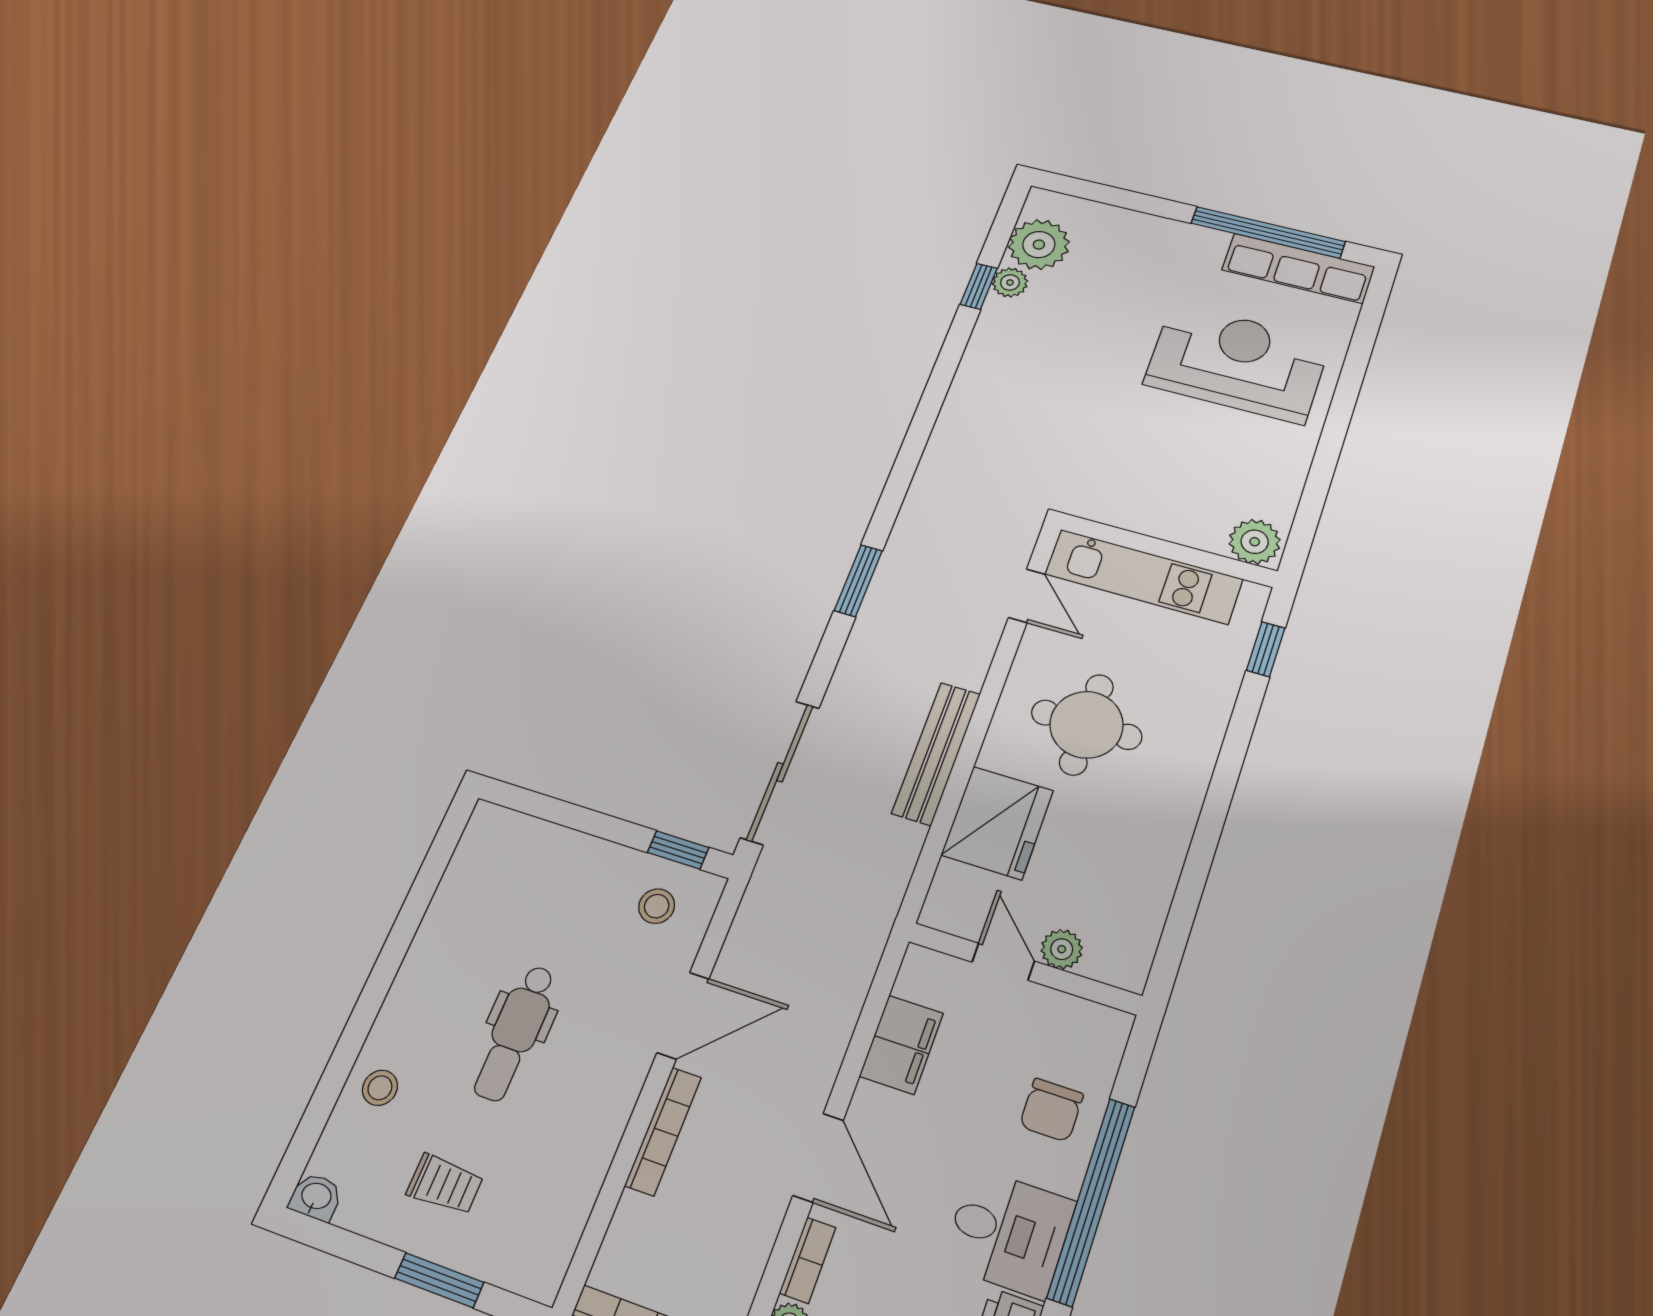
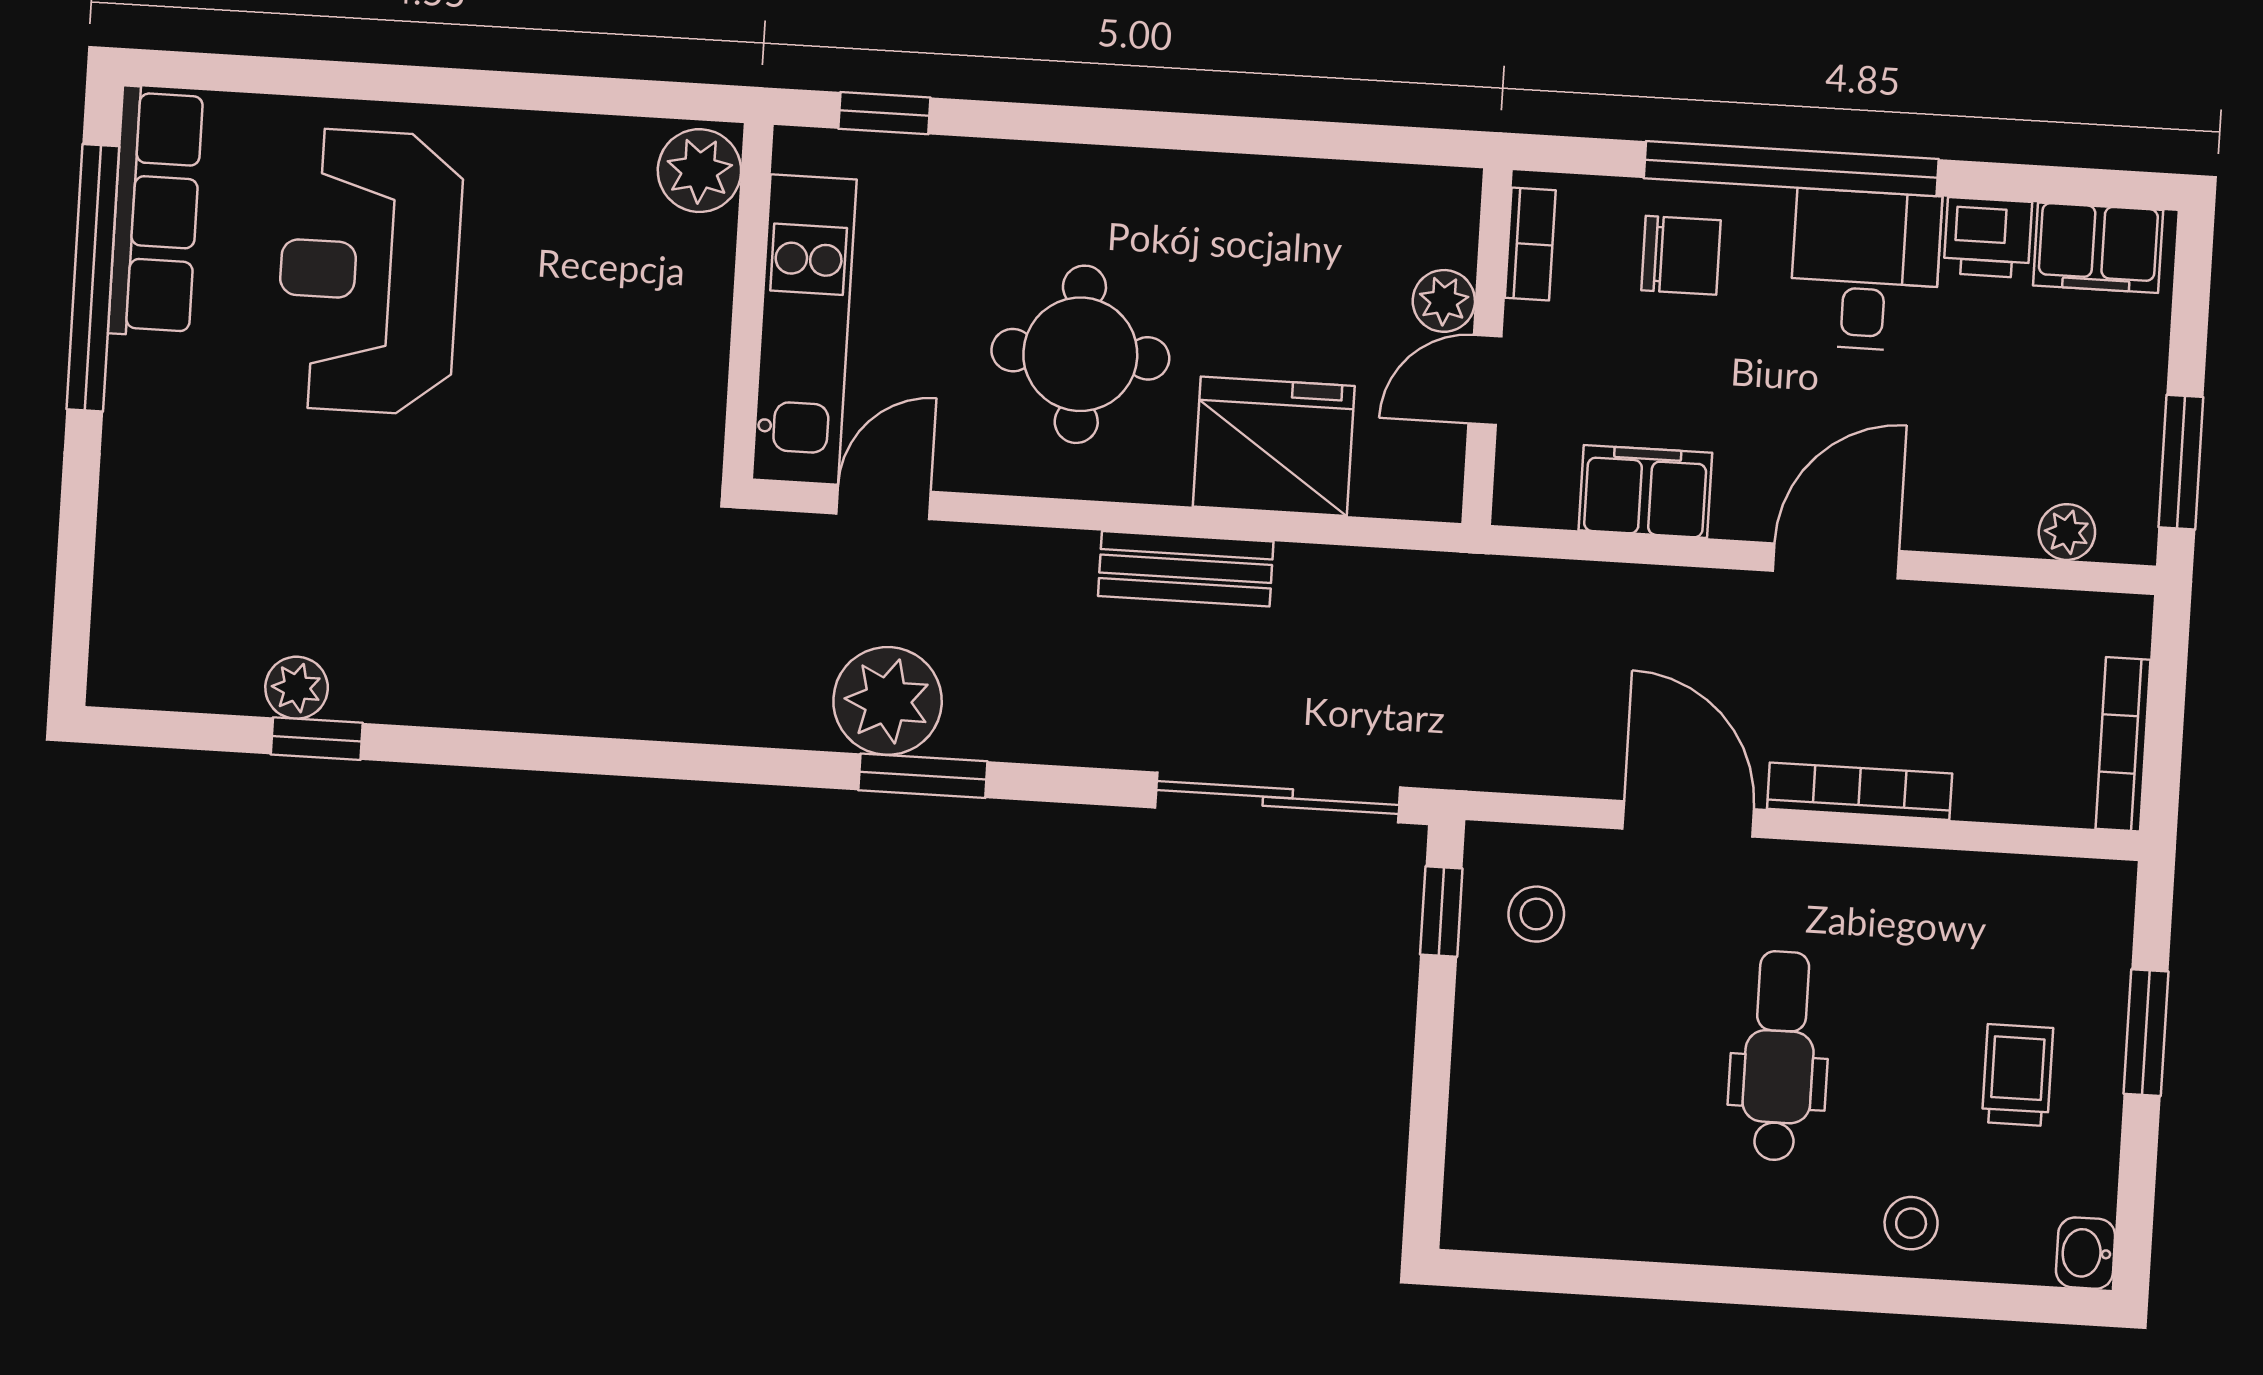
plant: (1039, 245) -> (888, 701), moved
bench: (936, 753) -> (1186, 569), width x0.73
dental chair: (515, 1033) -> (1779, 1056), turned -90
bookcase: (808, 1260) -> (1530, 244), moved, turned 90

